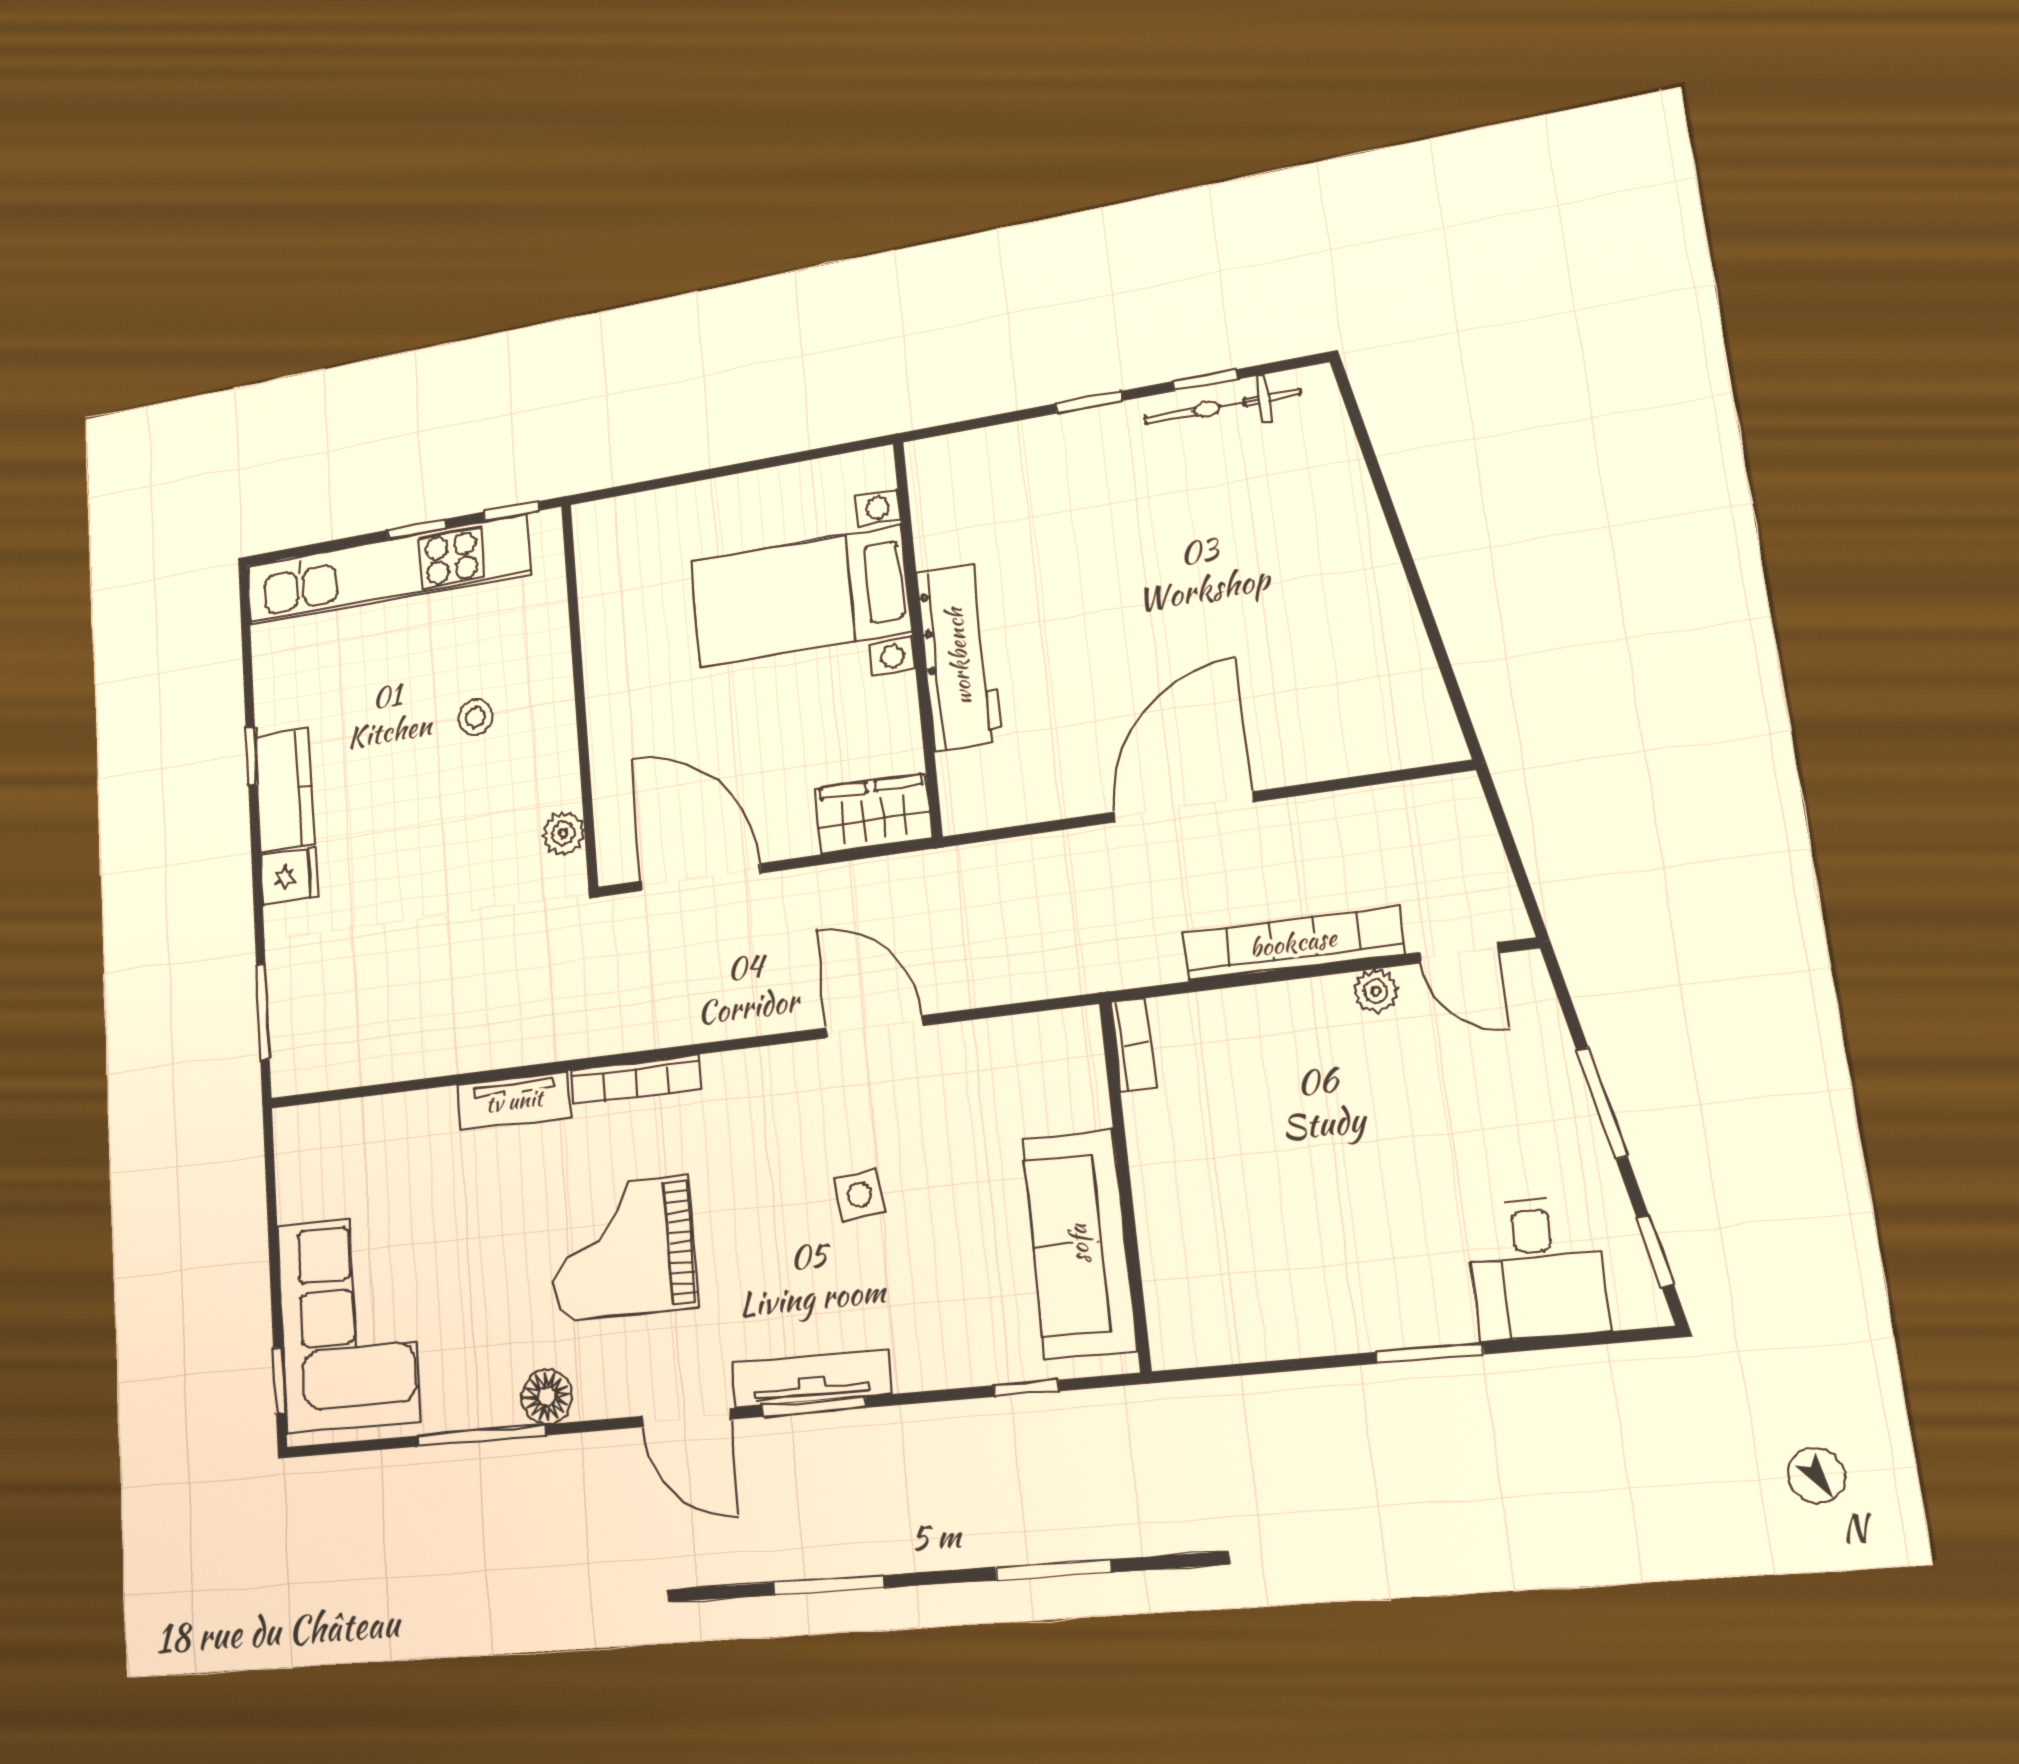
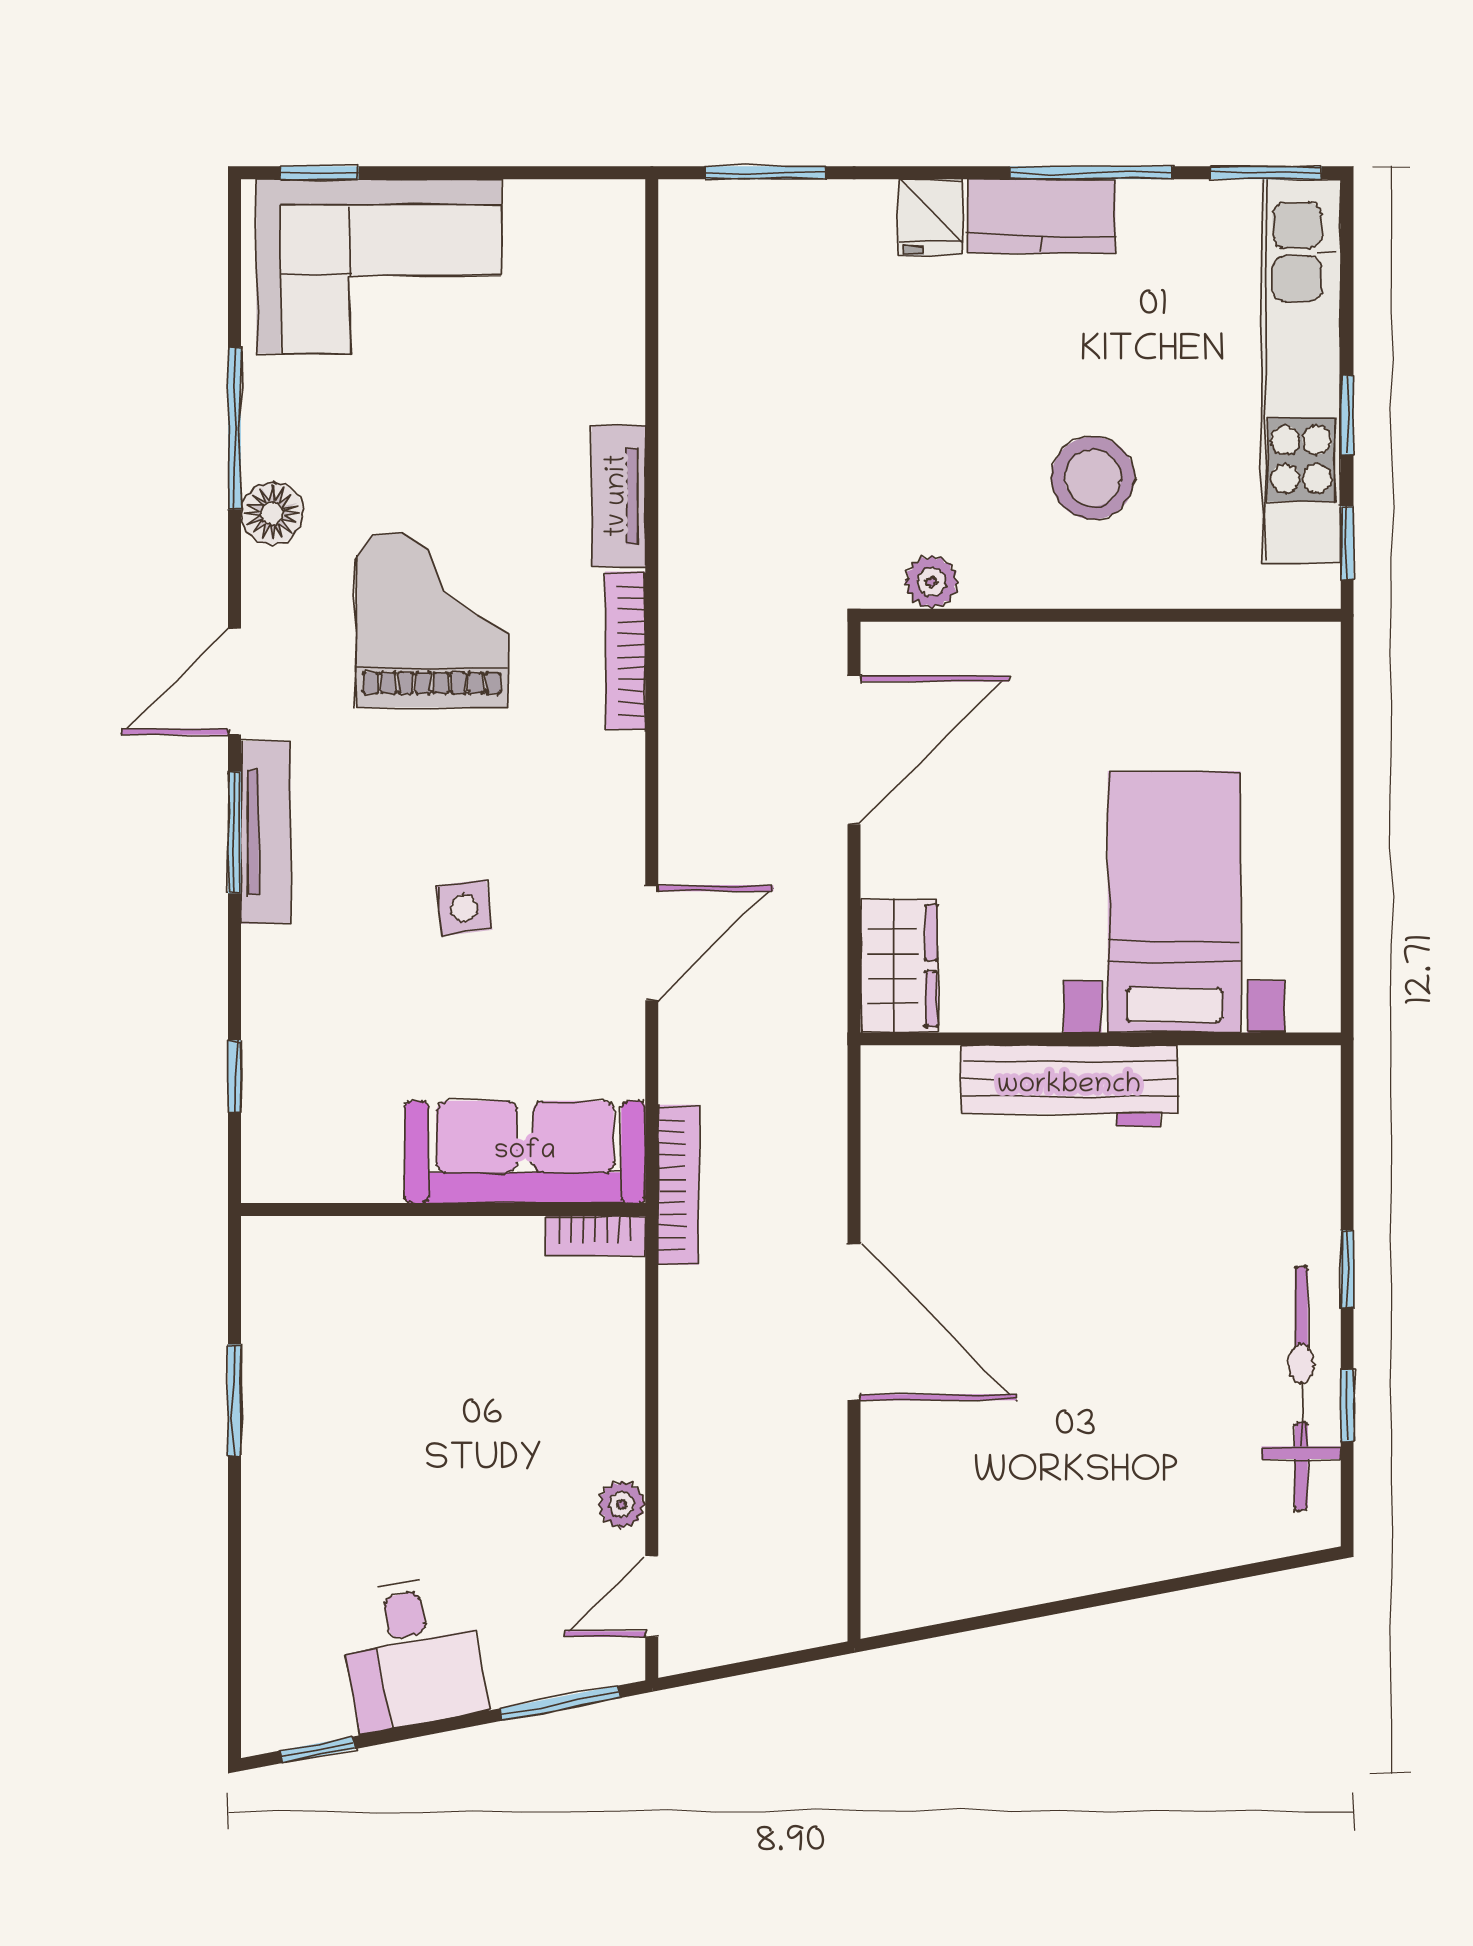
bicycle: (1222, 406) -> (1301, 1388), width x1.37, depth x1.40
window: (246, 623) -> (1266, 173), added
stool: (475, 717) -> (1093, 478), width x1.89, depth x1.89
window: (252, 756) -> (1090, 173), width x2.17
bookcase: (1293, 943) -> (679, 1185), moved, width x0.68, depth x0.76
window: (1602, 1103) -> (560, 1703), moved
sofa: (1079, 1244) -> (525, 1152), moved
desk: (1536, 1268) -> (412, 1653), moved, turned -101
window: (1429, 1353) -> (235, 1400), moved

